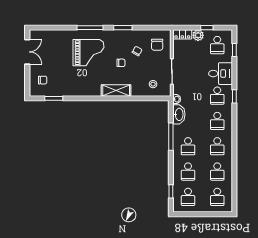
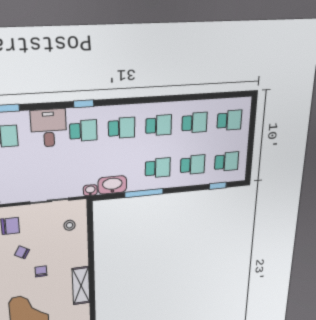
shelving: (116, 90) -> (81, 286), moved

